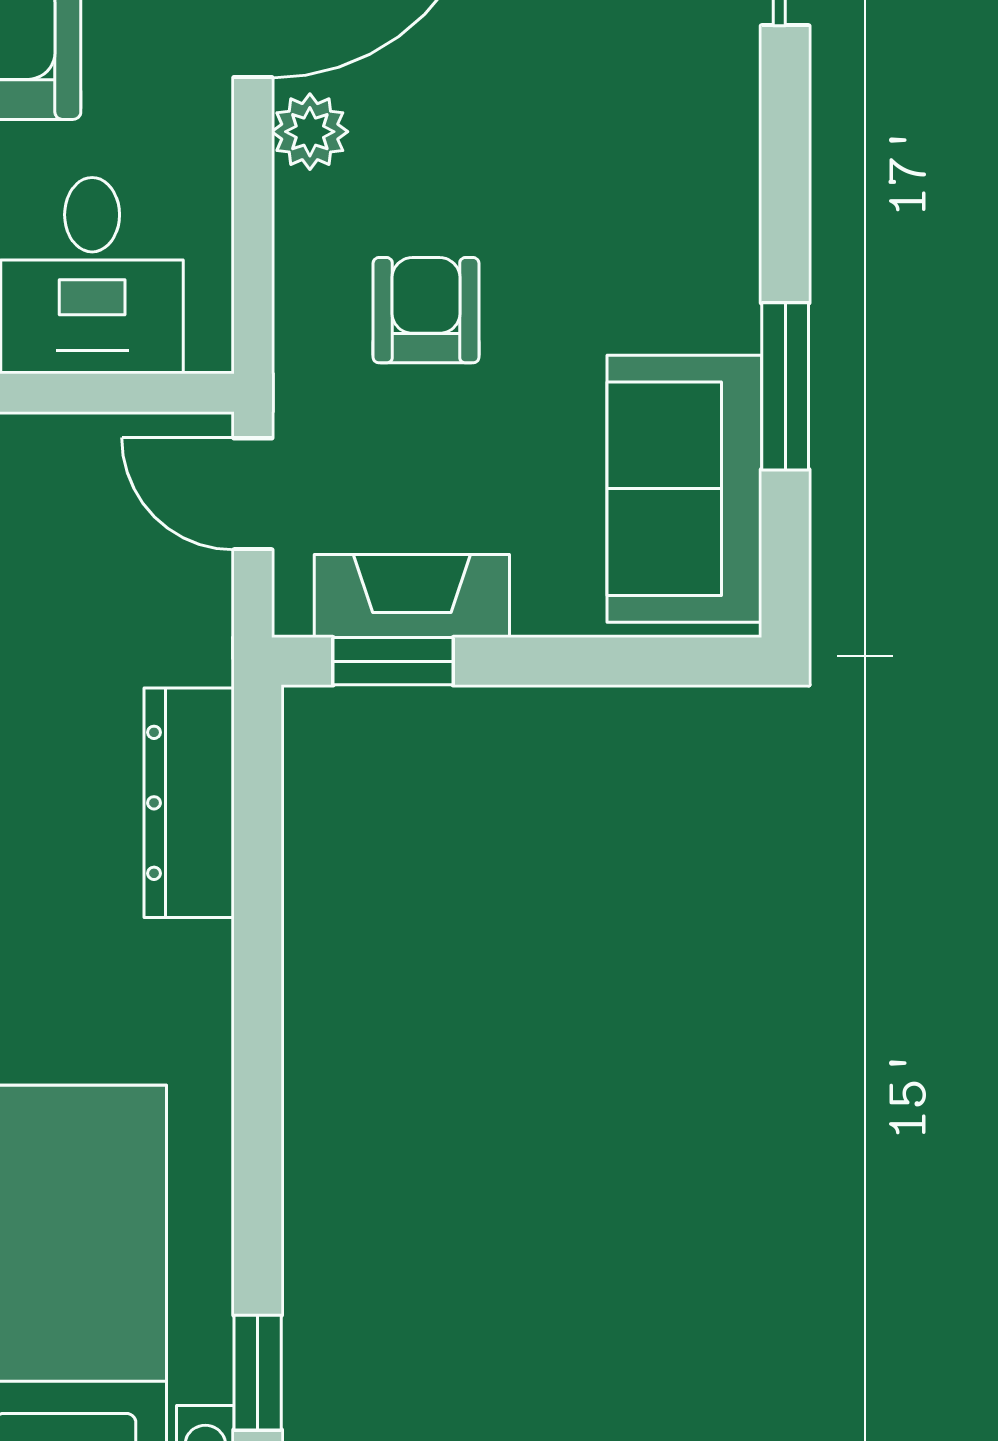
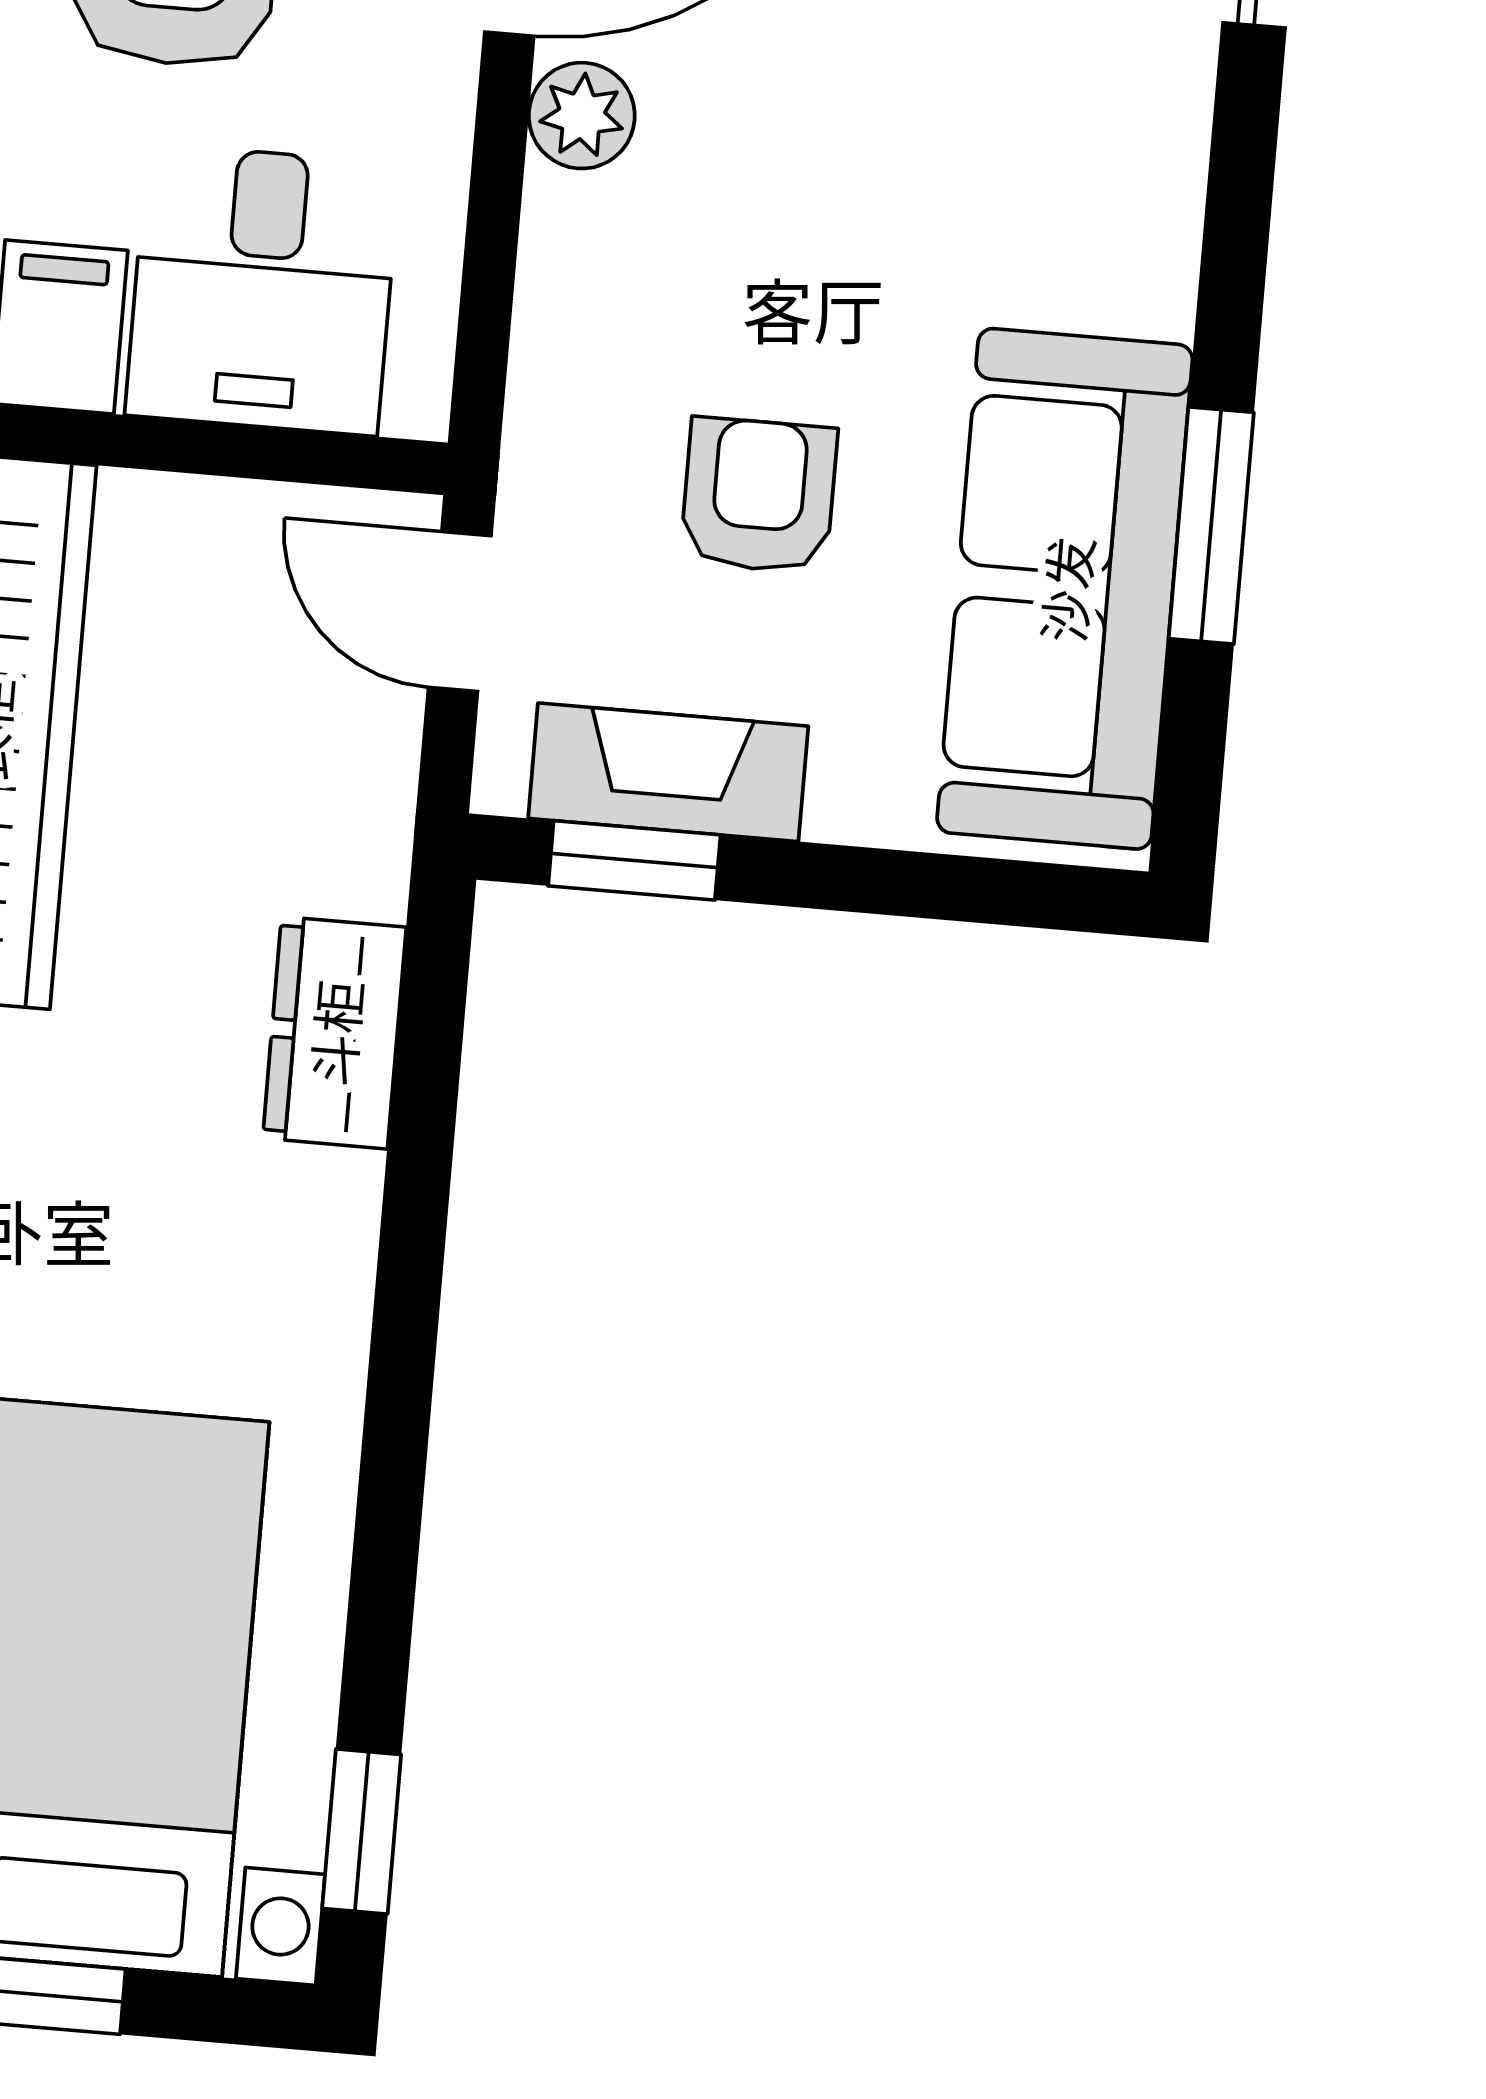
armchair: (426, 310) -> (759, 495), moved
sofa: (684, 489) -> (1065, 589), width x1.36
dresser: (189, 803) -> (334, 1033), width x0.70

